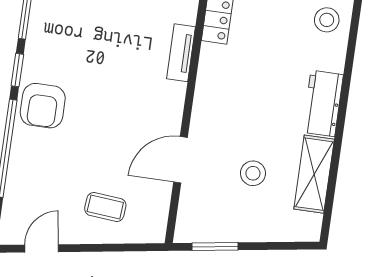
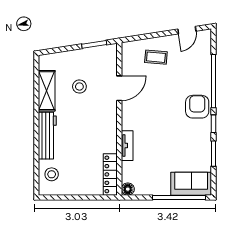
workbench: (323, 103) -> (47, 136), width x1.38

